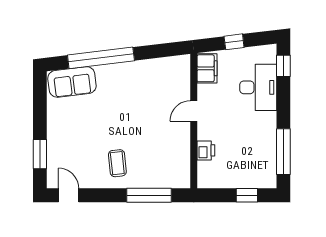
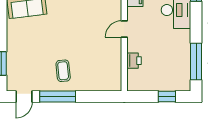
door: (69, 195) -> (24, 96), swing flipped
window: (149, 195) -> (58, 96), moved

